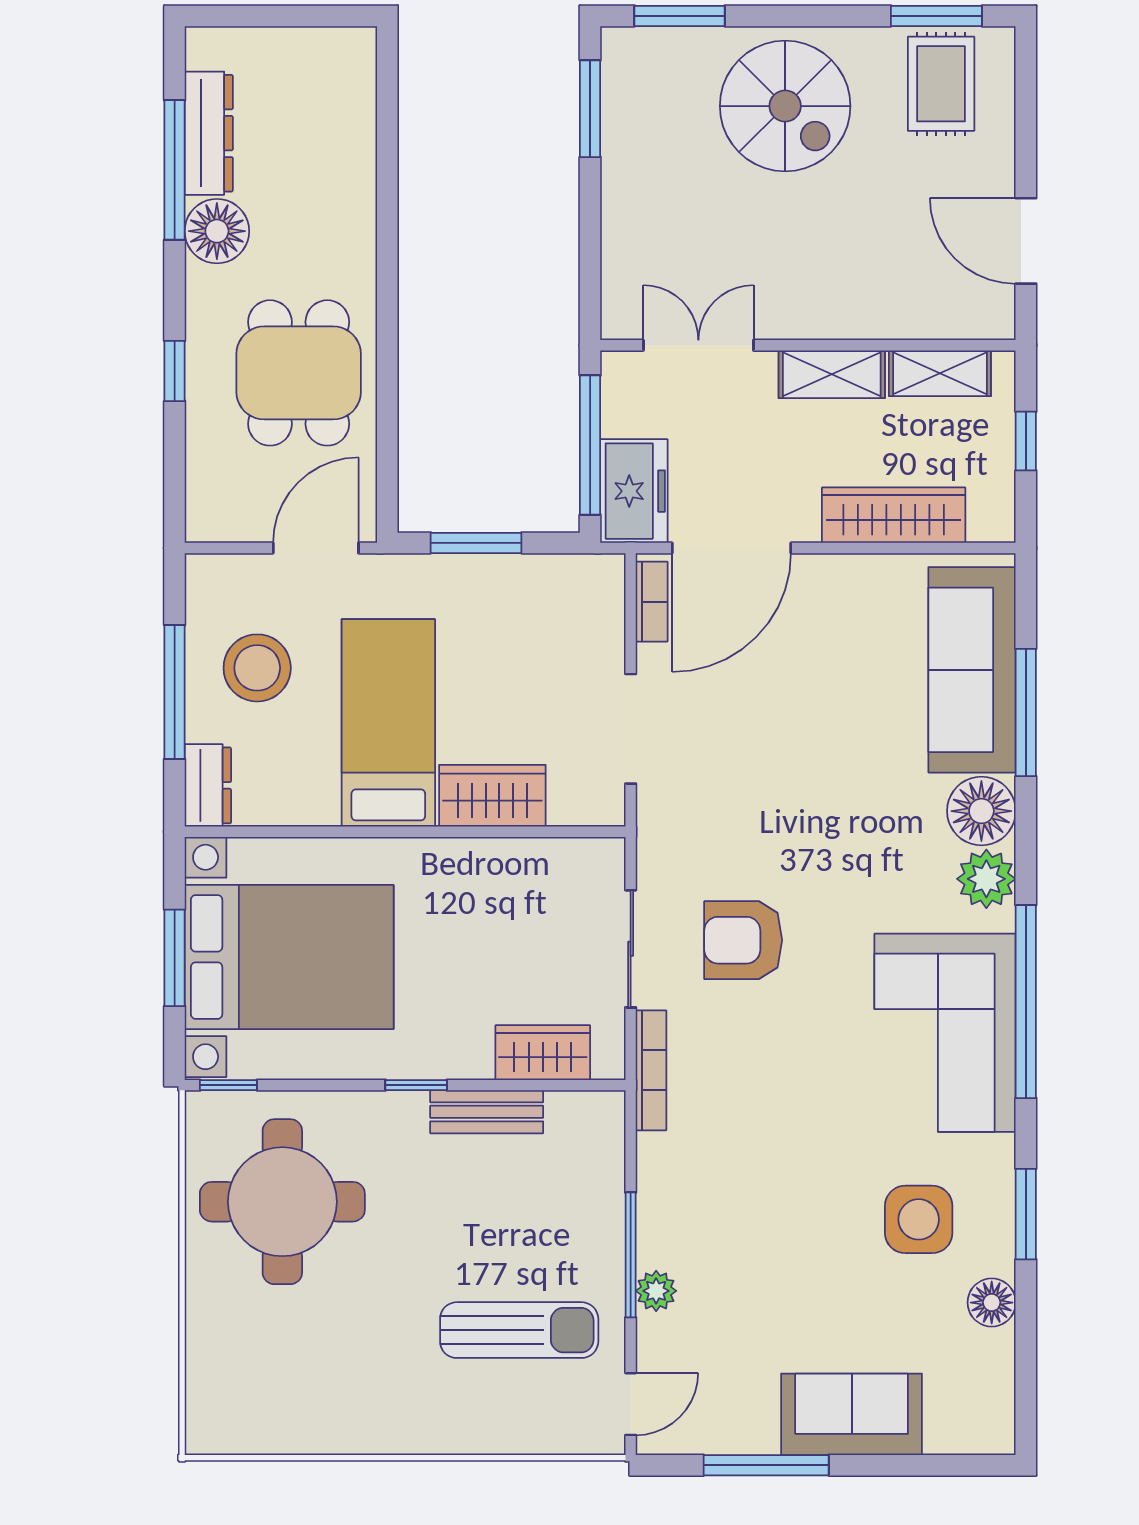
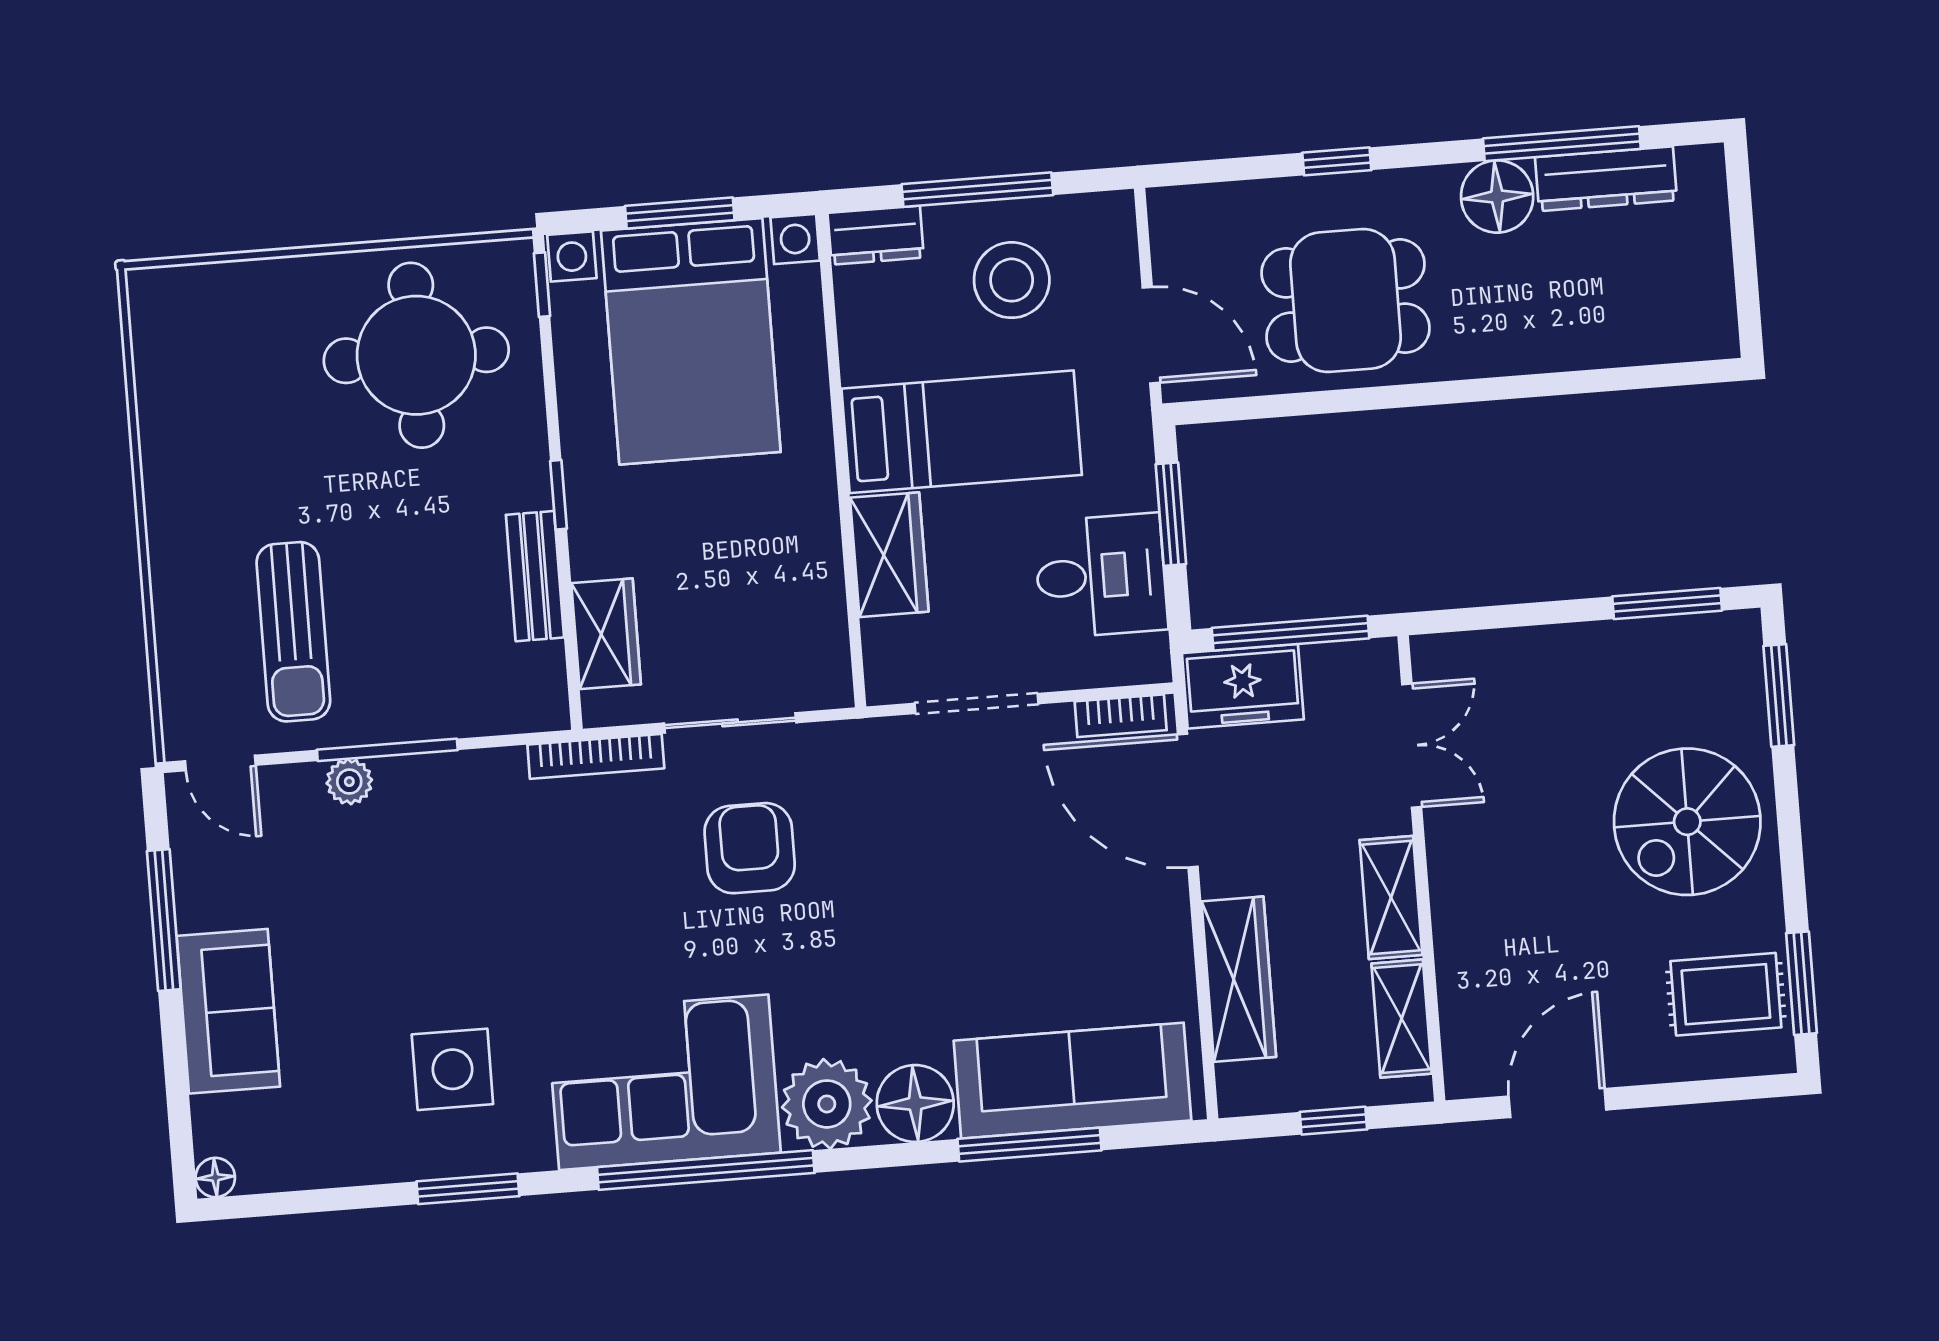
desk: (526, 609) -> (1101, 576), added
plant: (986, 879) -> (827, 1104), width x1.36, depth x1.36
floor lamp: (992, 1303) -> (215, 1177), moved, width x0.73, depth x0.73

